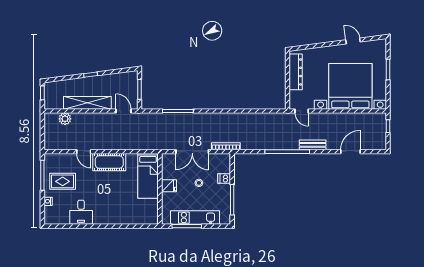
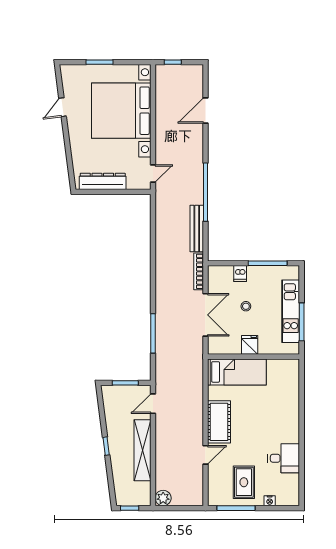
plant: (65, 119) -> (163, 498), moved
bench: (313, 145) -> (197, 228), moved, width x1.36
door: (351, 152) -> (205, 111), hinge flipped

